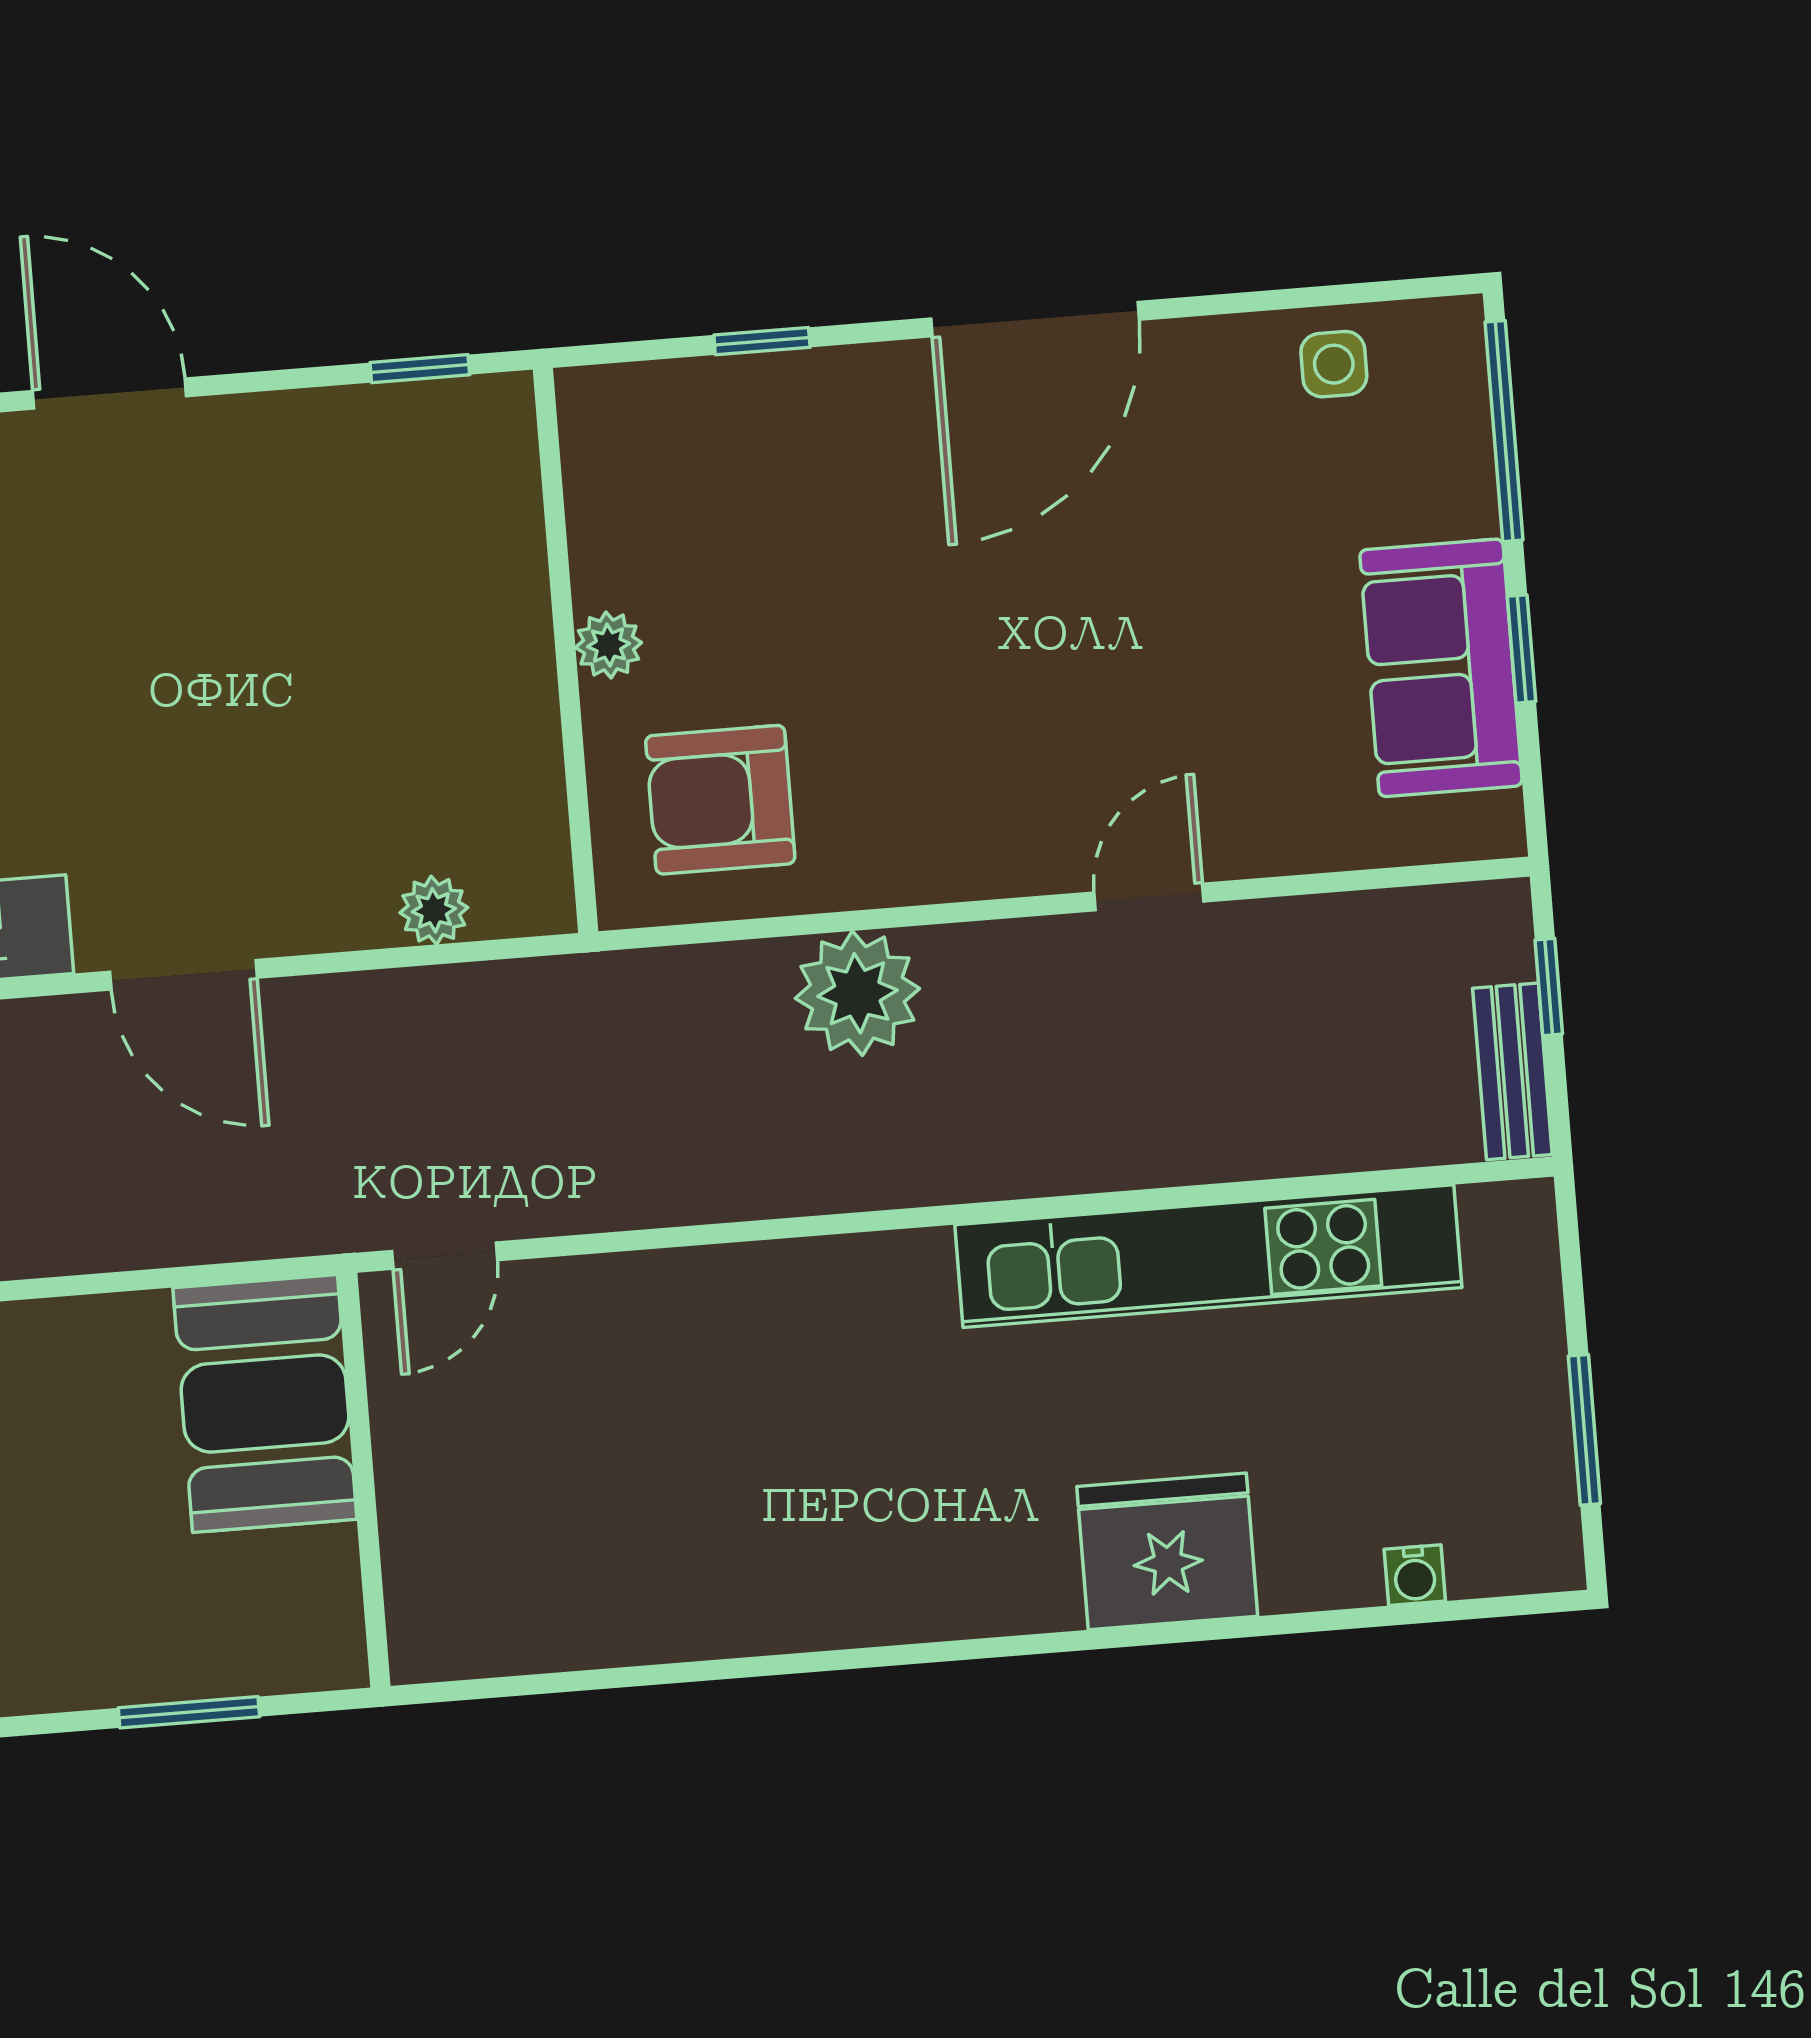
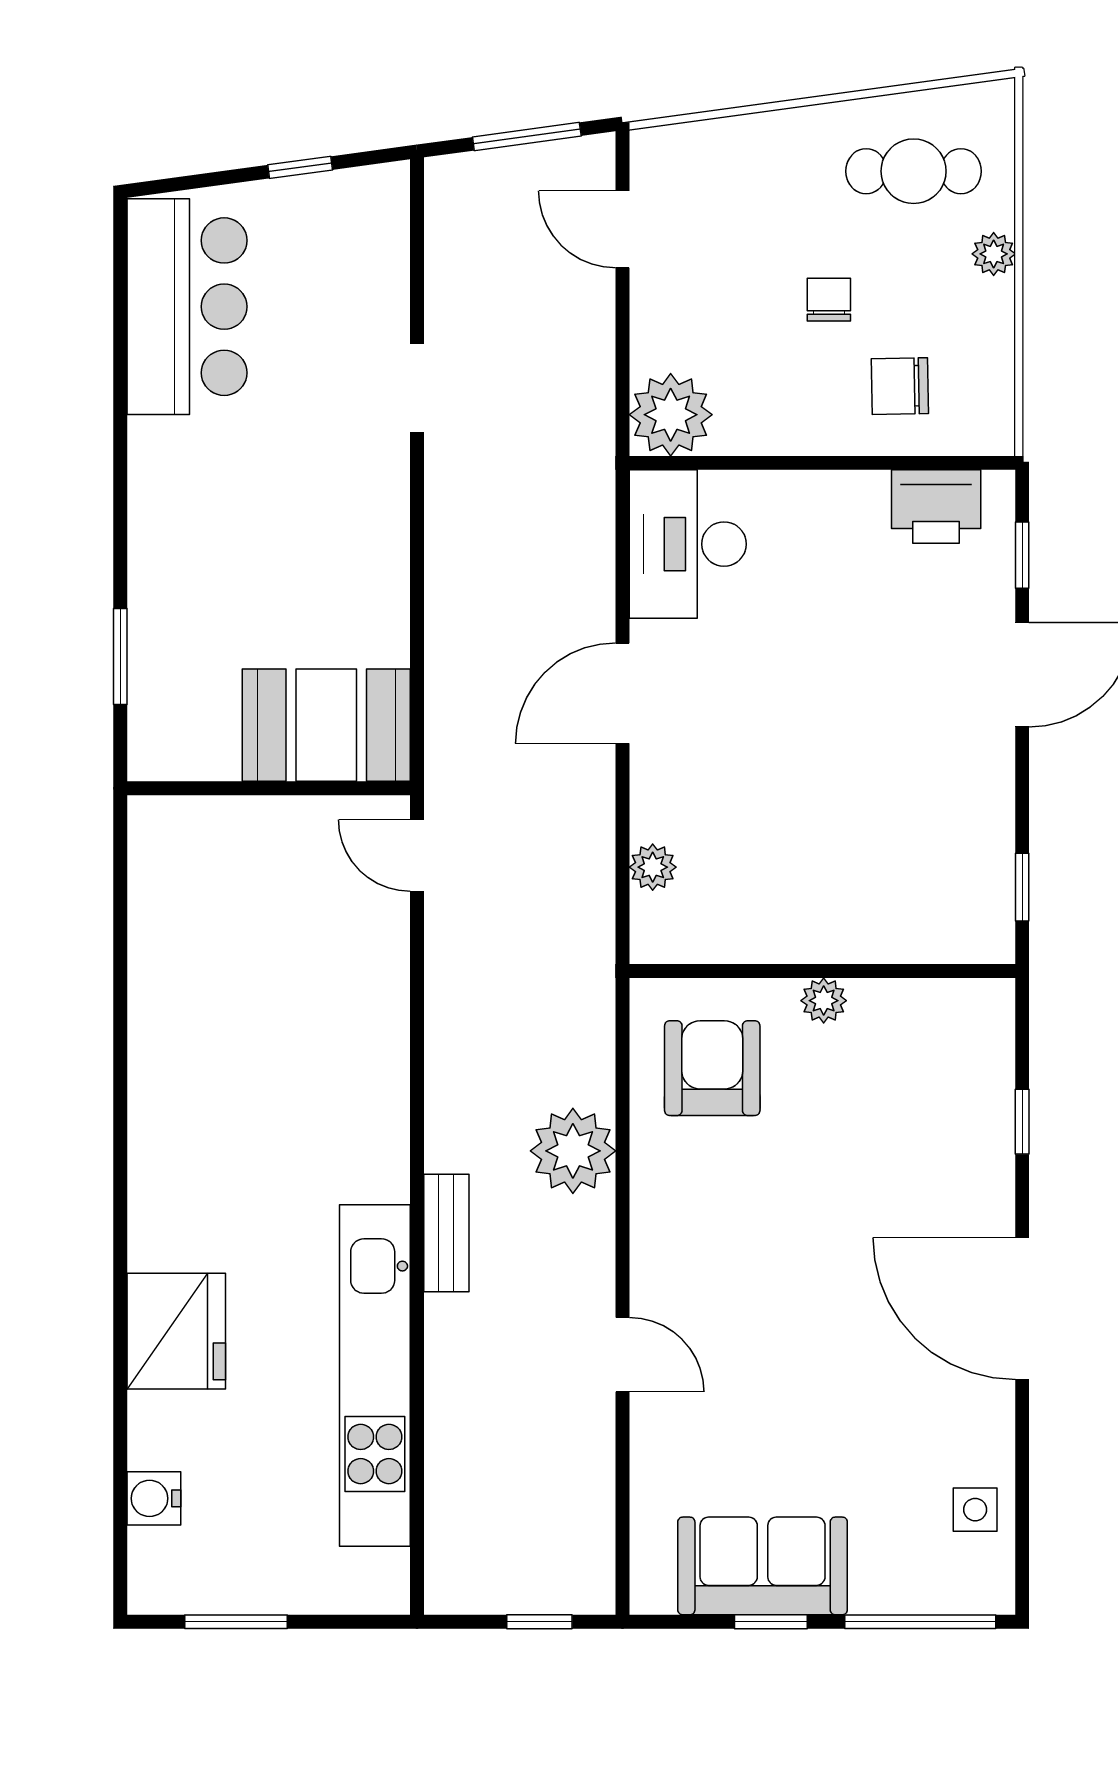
bench: (1512, 1071) -> (446, 1233), moved, turned 90
water cooler: (1415, 1575) -> (154, 1498), width x1.38, depth x1.38

